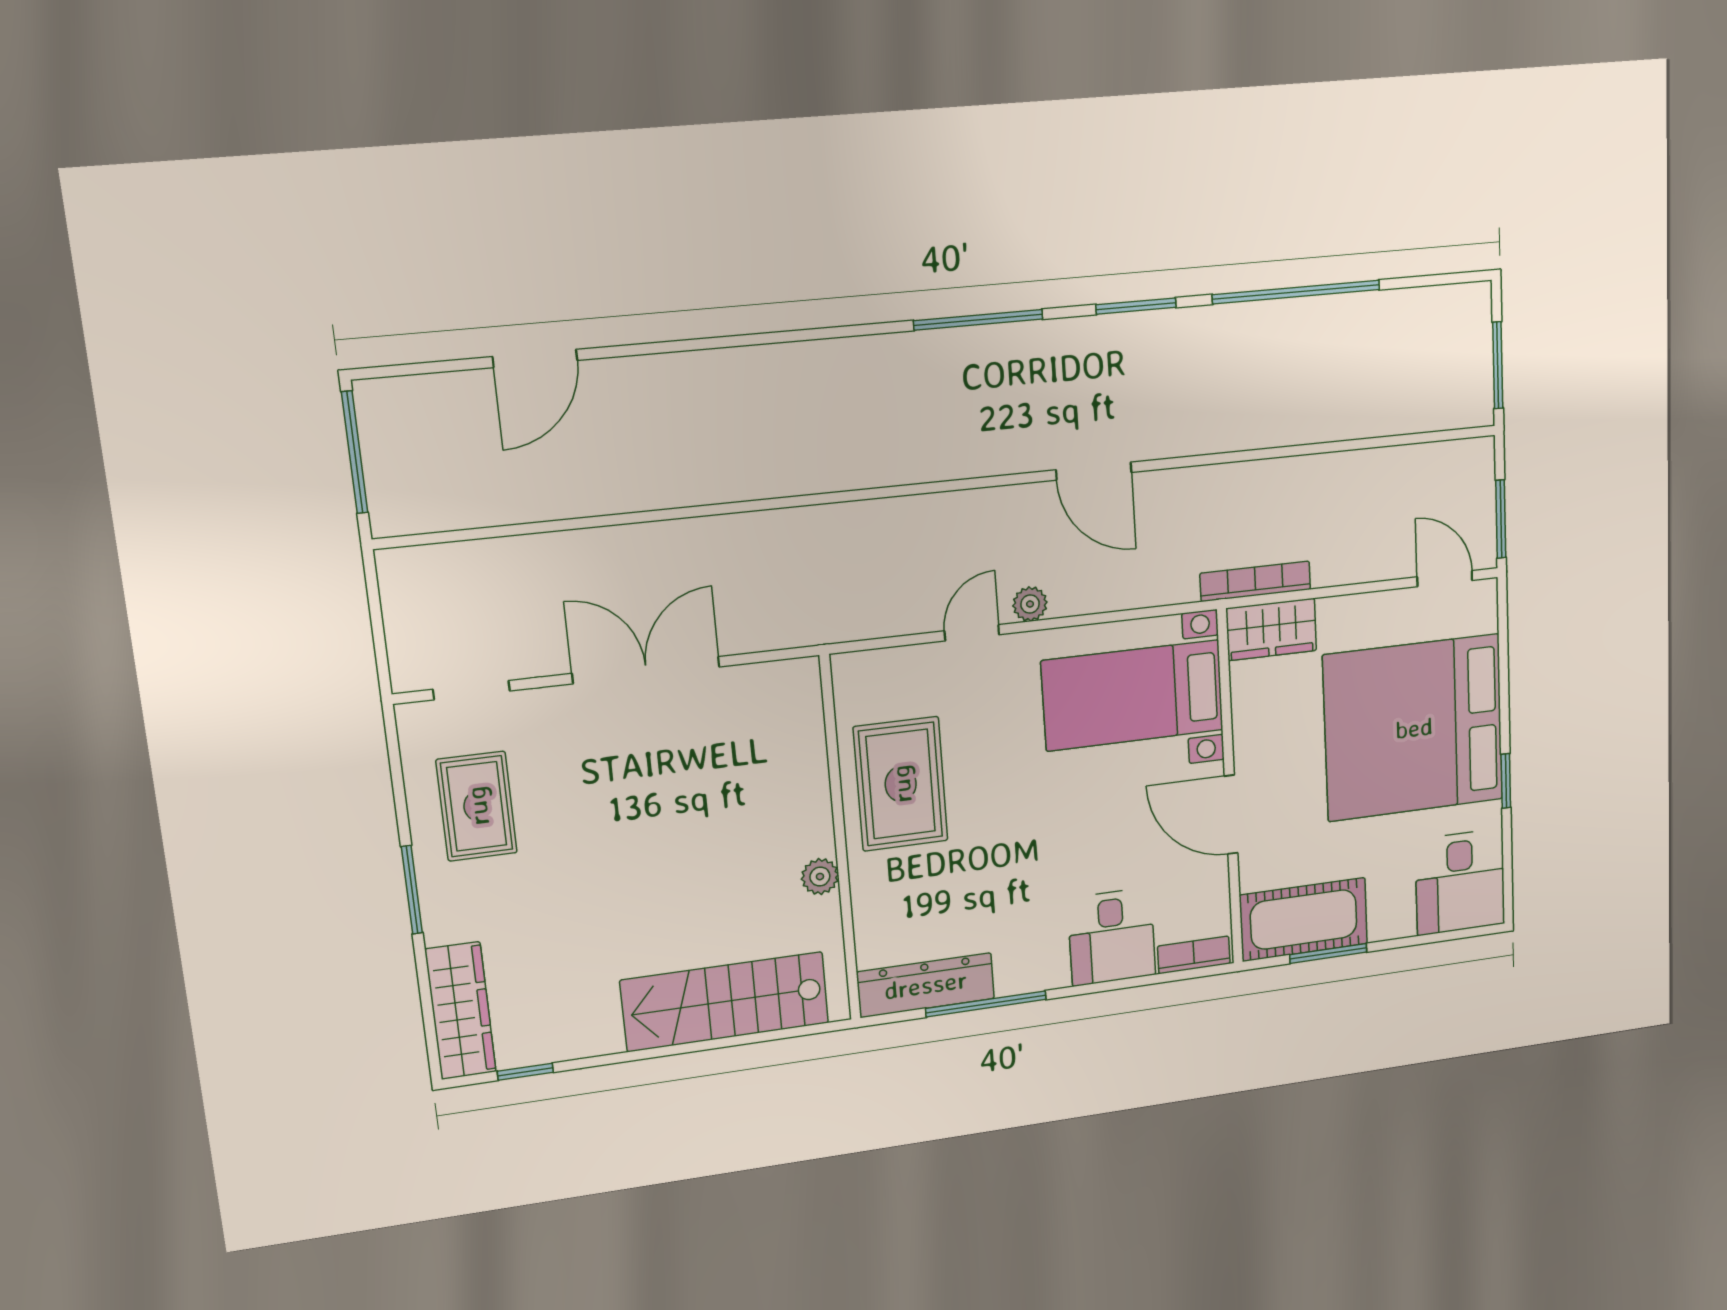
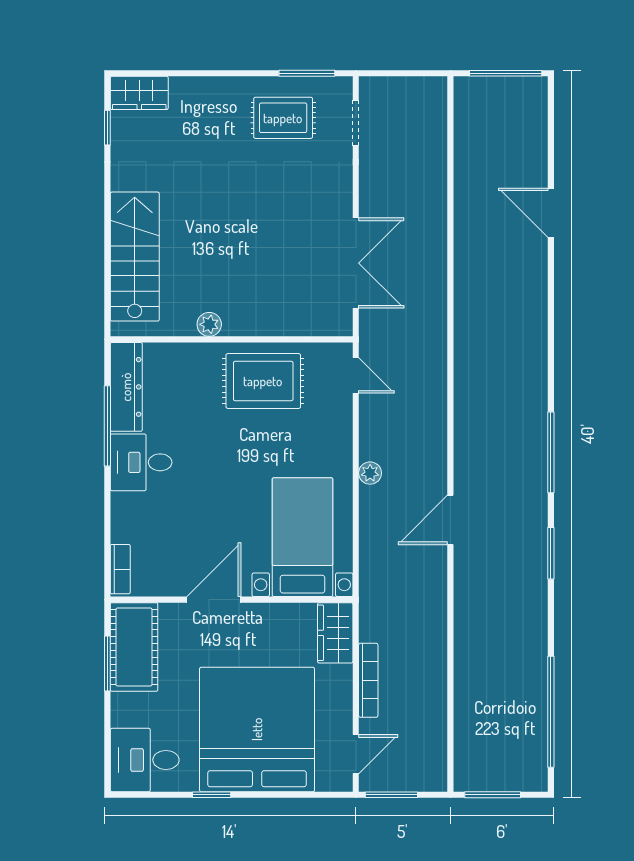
window: (1296, 292) -> (551, 712), moved
door: (535, 359) -> (551, 213), moved
bookcase: (1255, 581) -> (368, 680), moved
door: (972, 633) -> (356, 375), moved
double door: (646, 670) -> (356, 263), moved
window: (412, 890) -> (307, 73), moved
desk: (1112, 937) -> (141, 462), moved
wardrobe: (461, 1011) -> (139, 93), width x0.67

